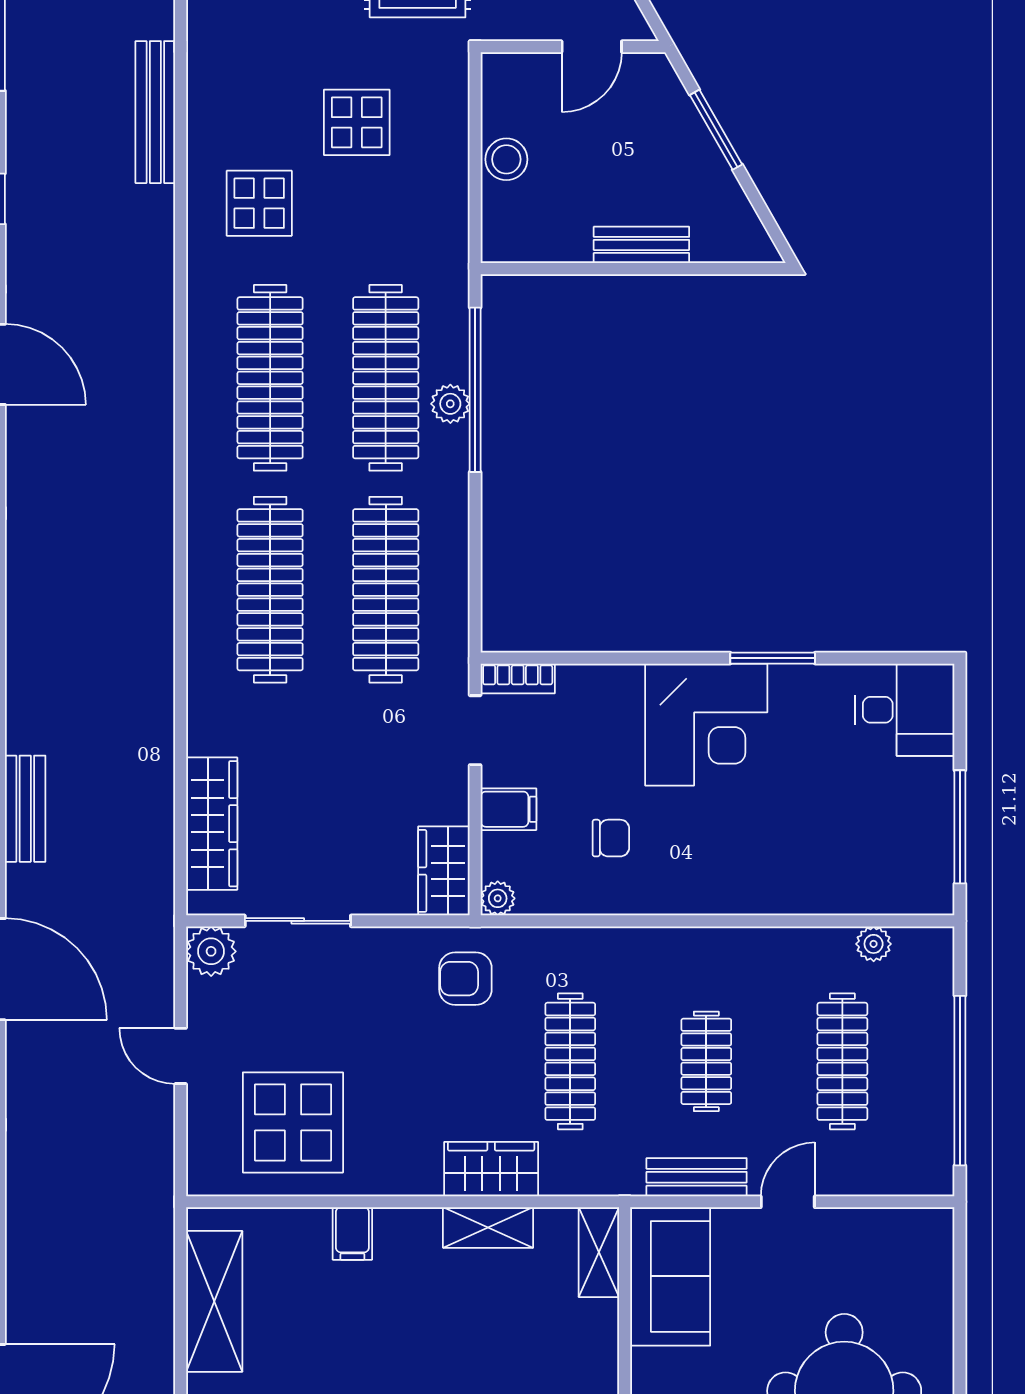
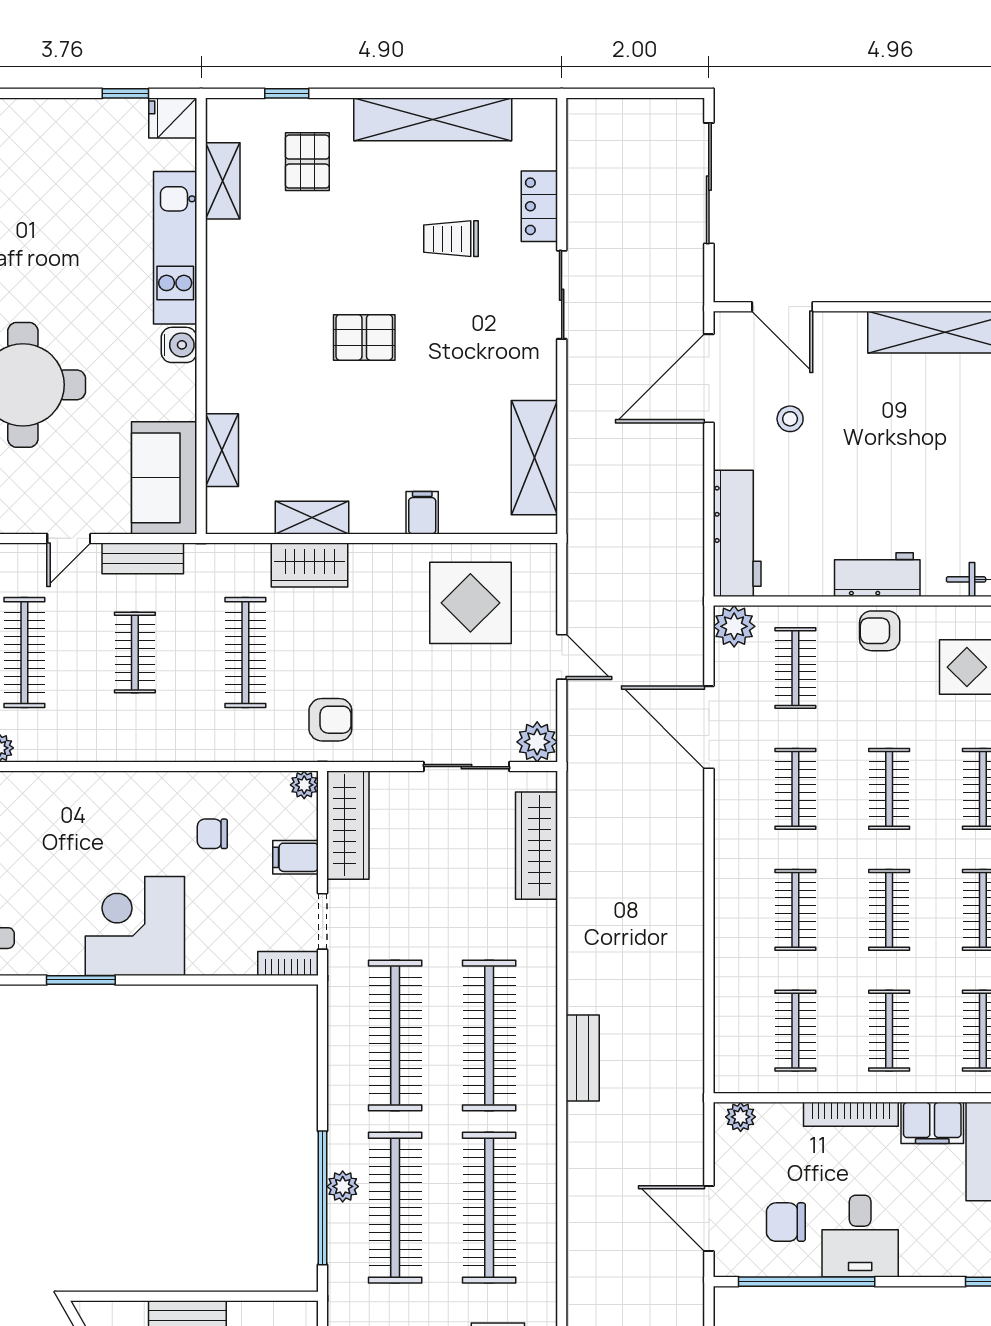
bench: (25, 809) -> (583, 1058), moved
wardrobe: (444, 871) -> (348, 825), width x1.50
shelving: (599, 1252) -> (222, 450), moved

